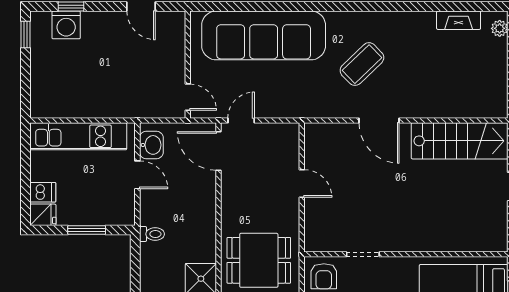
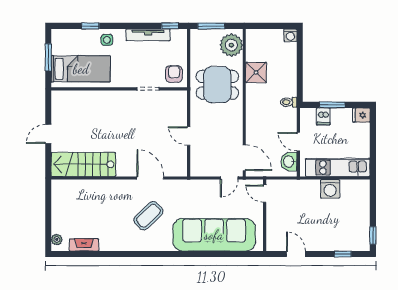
washing machine: (66, 25) -> (330, 189), moved, turned 180
door: (379, 120) -> (150, 178), moved
dishwasher: (43, 192) -> (323, 116), moved, turned -90

